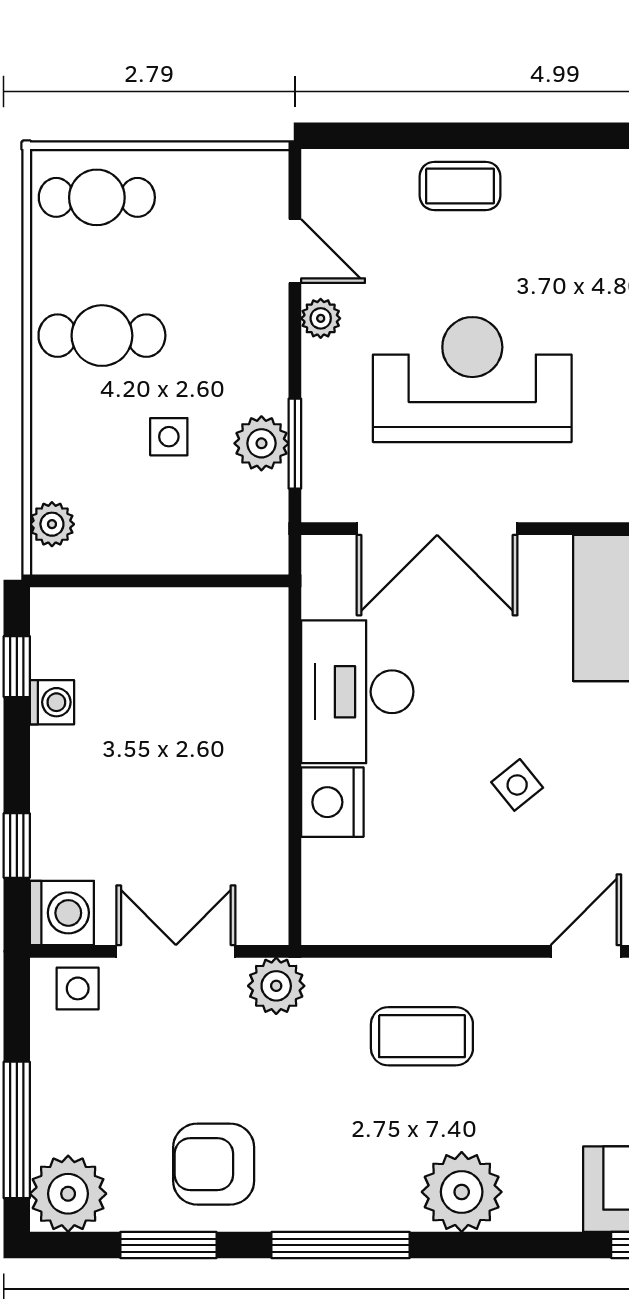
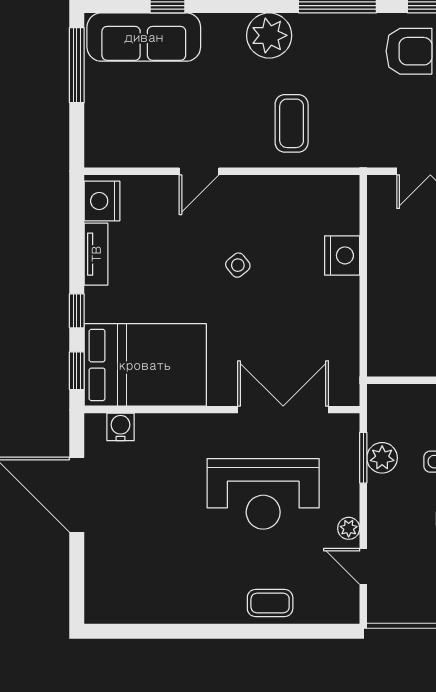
desk: (357, 692) -> (328, 318), removed
plant: (276, 986) -> (374, 152), removed
coffee table: (422, 1036) -> (292, 123), turned 90

